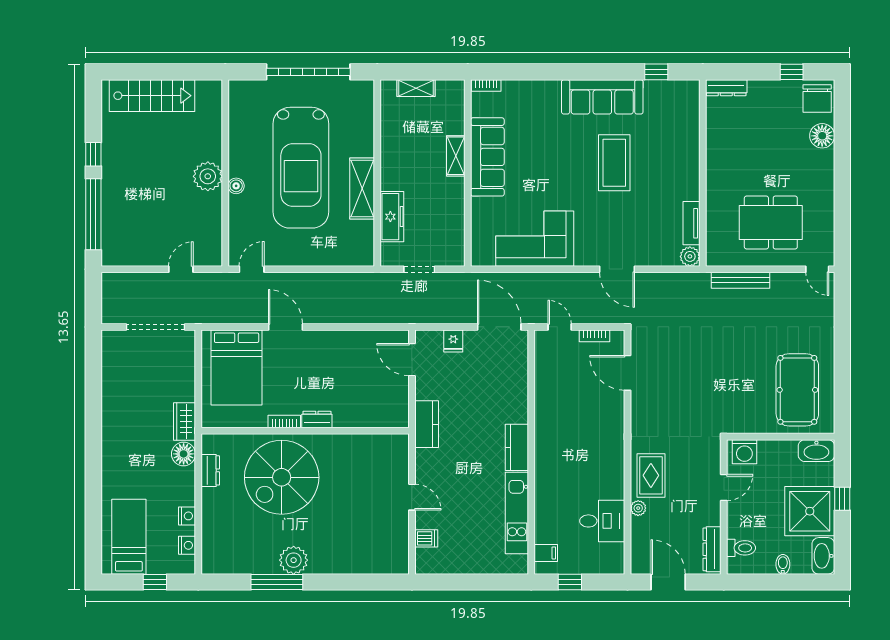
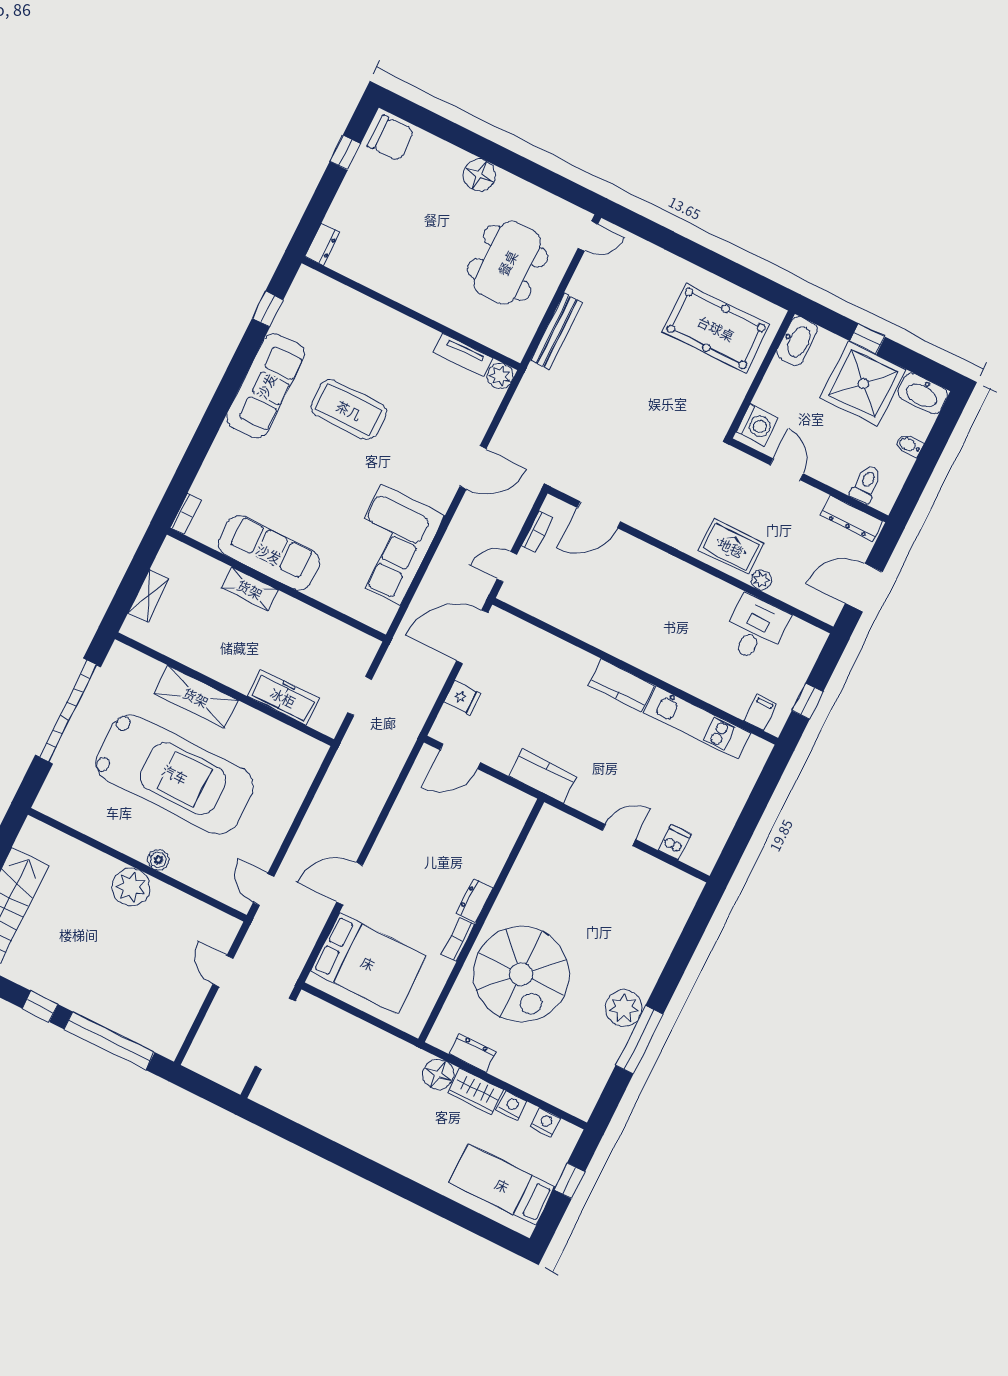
dresser: (726, 88) -> (322, 244), width x0.70
floor lamp: (822, 136) -> (479, 175), moved
shelving: (362, 189) -> (196, 697), moved
wardrobe: (184, 422) -> (476, 1092), moved

